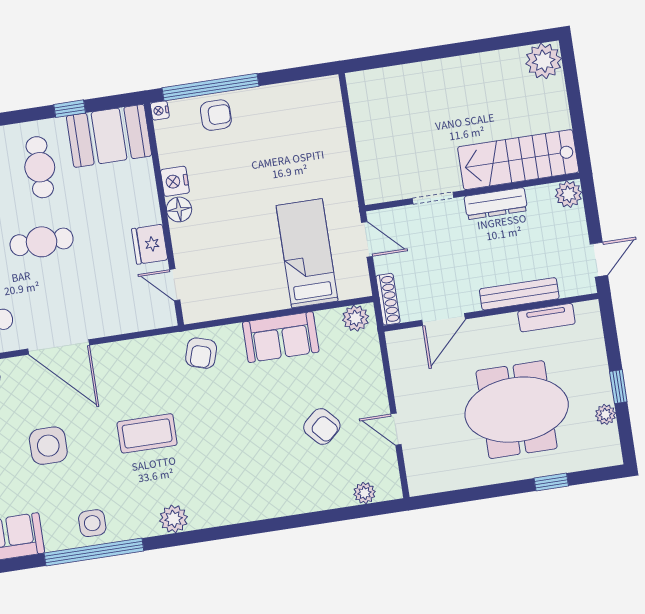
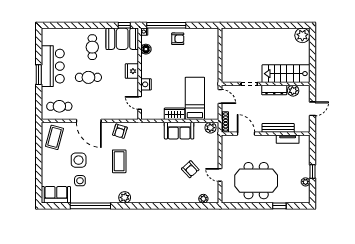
window: (70, 109) -> (124, 25), moved
armchair: (216, 115) -> (178, 39), moved
nightstand: (175, 181) -> (146, 84), moved
plant: (568, 194) -> (293, 91), moved
floor lamp: (179, 209) -> (146, 49), moved
fridge: (150, 244) -> (132, 71), moved
door: (599, 260) -> (312, 109), moved
wardrobe: (263, 298) -> (174, 114), added
door: (444, 320) -> (246, 134), swing flipped
armchair: (201, 353) -> (120, 131), moved
meeting table: (517, 410) -> (256, 181), moved
coffee table: (147, 433) -> (119, 161), turned 90
side table: (92, 523) -> (80, 181), moved

